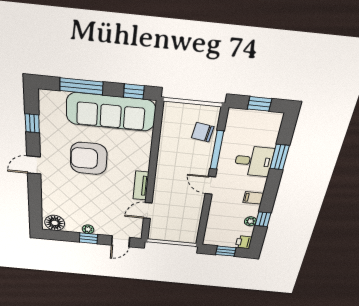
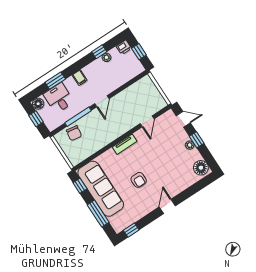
floor lamp: (274, 120) -> (38, 104), added
window: (32, 123) -> (131, 230), moved
armchair: (89, 159) -> (139, 180), width x0.53, depth x0.53
desk: (254, 161) -> (59, 98), moved
door: (34, 165) -> (167, 206), swing flipped
tv unit: (141, 186) -> (125, 144), moved
filing cabinet: (253, 198) -> (80, 78), moved
door: (148, 211) -> (147, 121), hinge flipped

